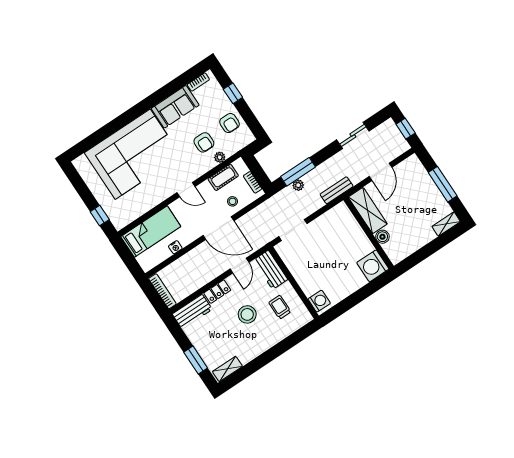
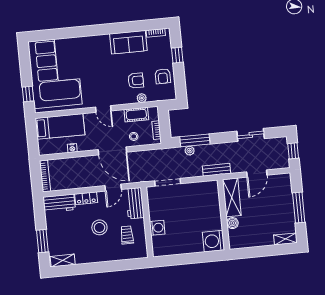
armchair: (204, 142) -> (136, 81), turned -90
corner sofa: (133, 154) -> (55, 73), moved, turned -90
washing machine: (319, 301) -> (157, 228), moved

